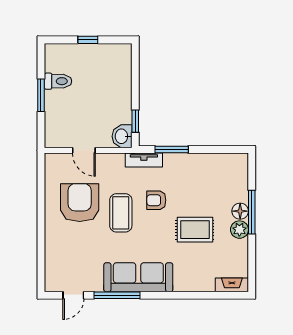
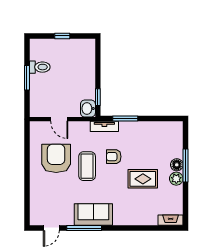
sofa: (138, 277) -> (93, 215), width x0.73

